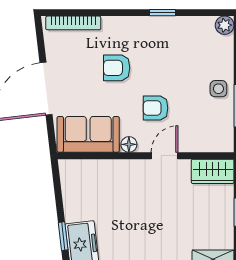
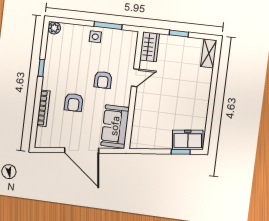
bookcase: (73, 23) -> (43, 108), moved
floor lamp: (129, 144) -> (125, 100), removed
door: (165, 156) -> (135, 78), swing flipped

